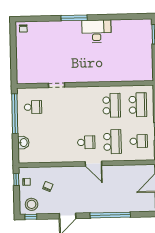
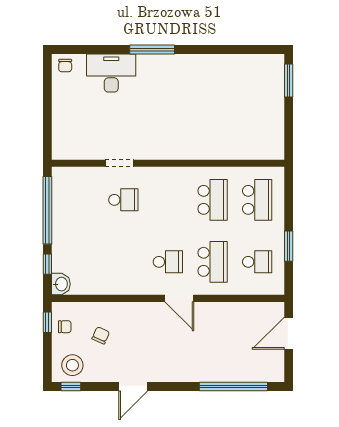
desk: (97, 31) -> (111, 73), moved
school desk: (33, 107) -> (123, 200), moved
washbasin: (23, 143) -> (61, 284), moved
window: (15, 145) -> (47, 264), added
window: (110, 215) -> (233, 386), moved

